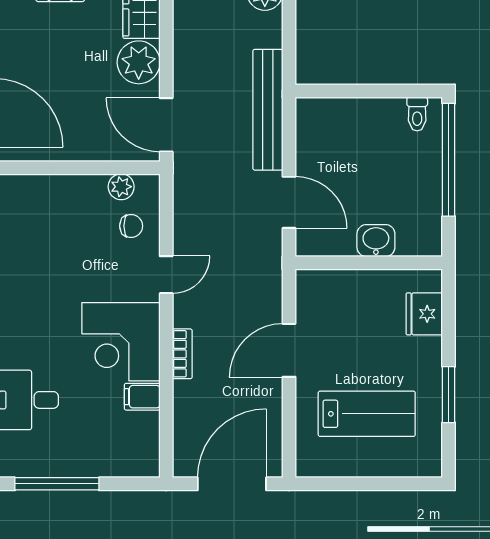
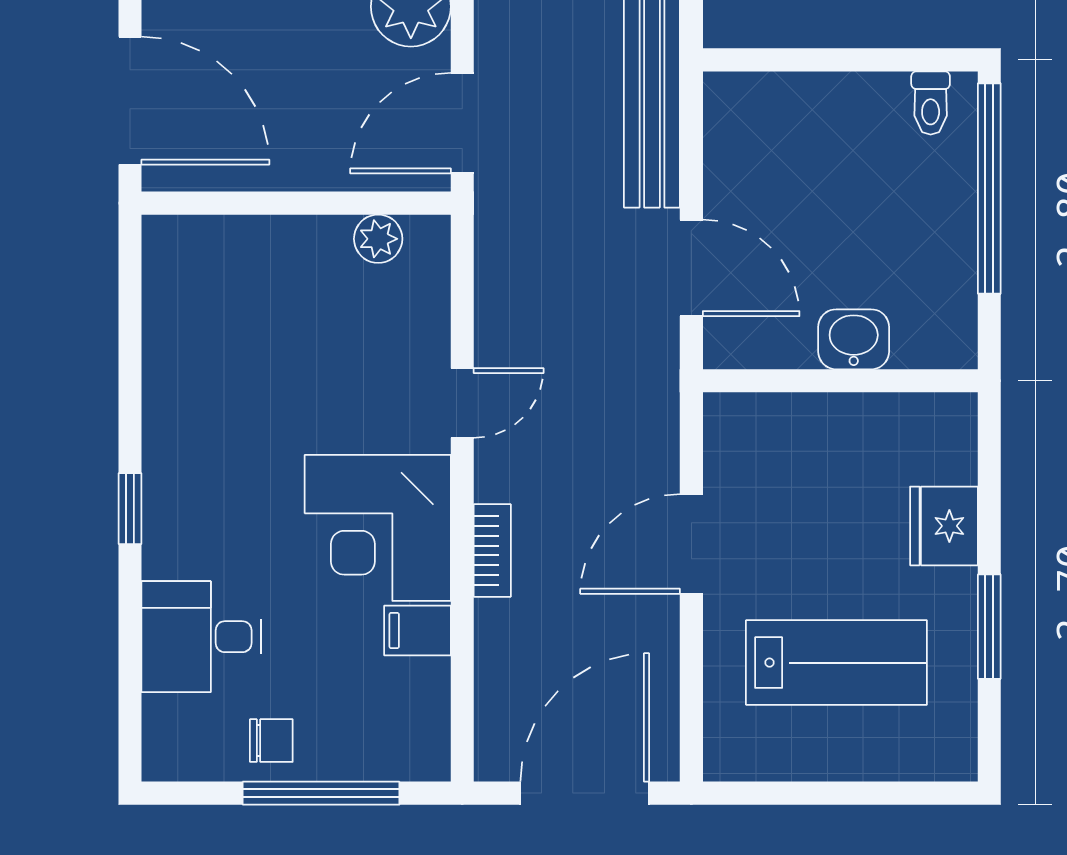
door: (166, 125) -> (462, 123), hinge flipped
chair: (131, 226) -> (271, 741), moved
fridge: (424, 314) -> (944, 526), moved
window: (57, 484) -> (321, 793), moved

